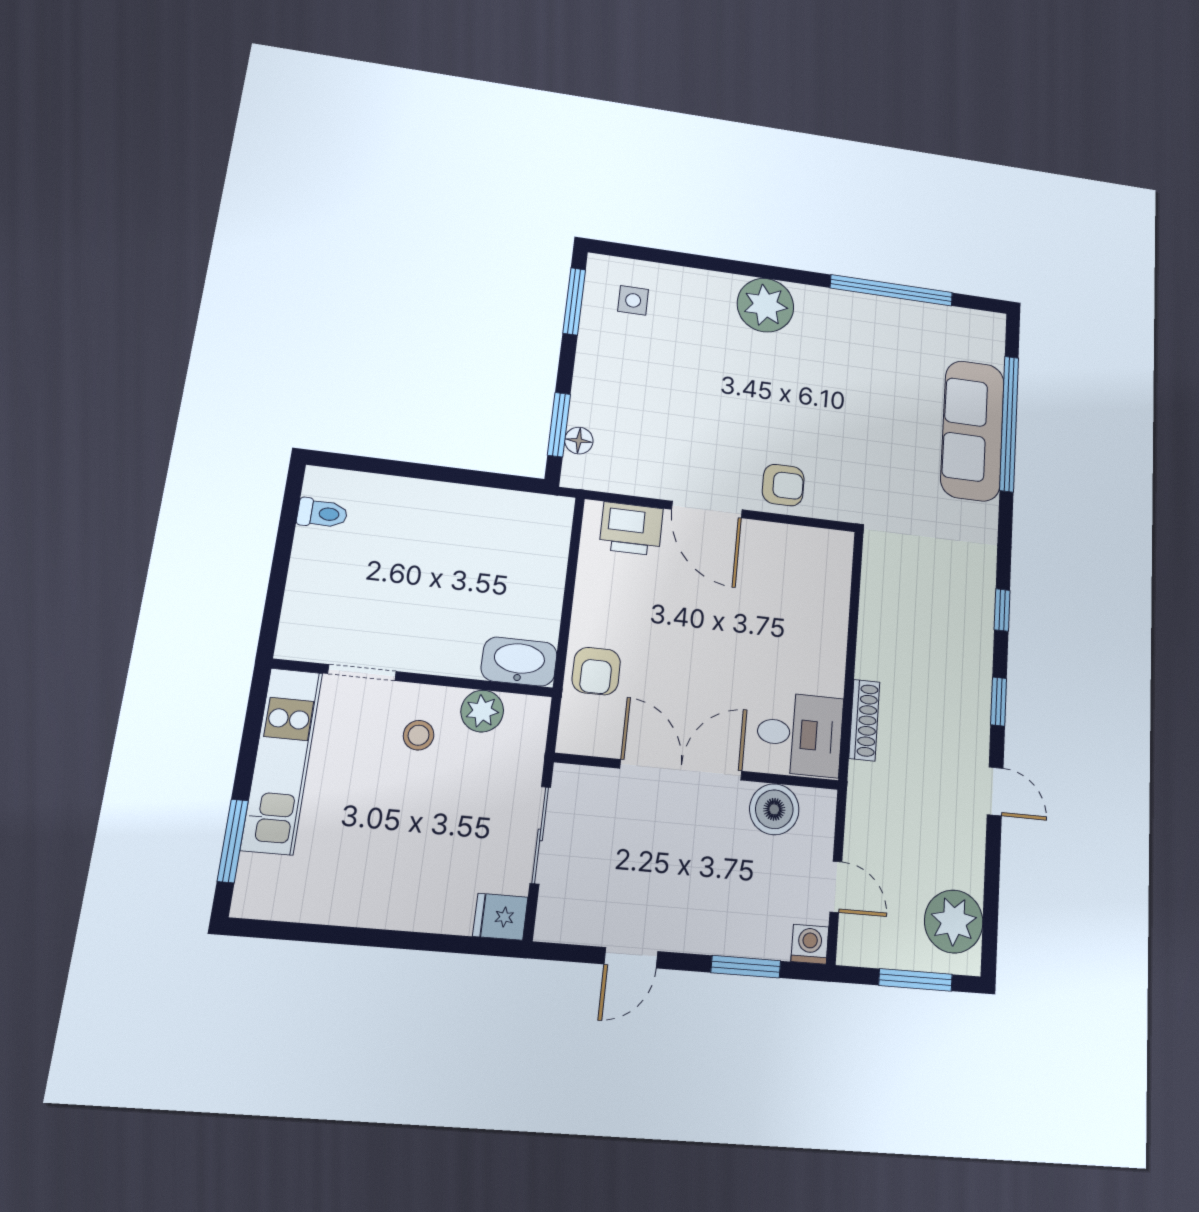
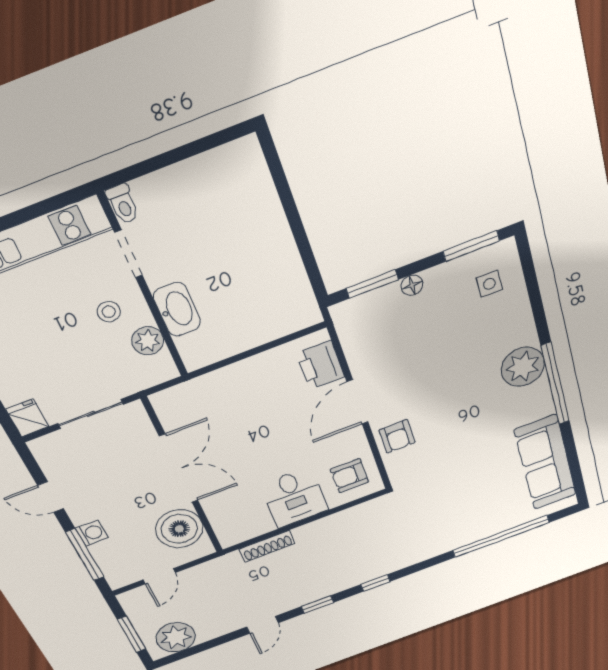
window: (891, 290) -> (555, 384), moved
sofa: (973, 430) -> (545, 463), moved, turned -90
floor lamp: (579, 441) -> (412, 285), moved
toilet: (322, 513) -> (123, 204), moved
washbasin: (519, 662) -> (177, 309), moved
armchair: (596, 671) -> (349, 476), moved
desk: (800, 734) -> (294, 498), moved
boiler: (774, 809) -> (179, 529), width x1.37, depth x1.37
washing machine: (810, 944) -> (92, 533), moved
window: (746, 967) -> (85, 555), width x1.44

